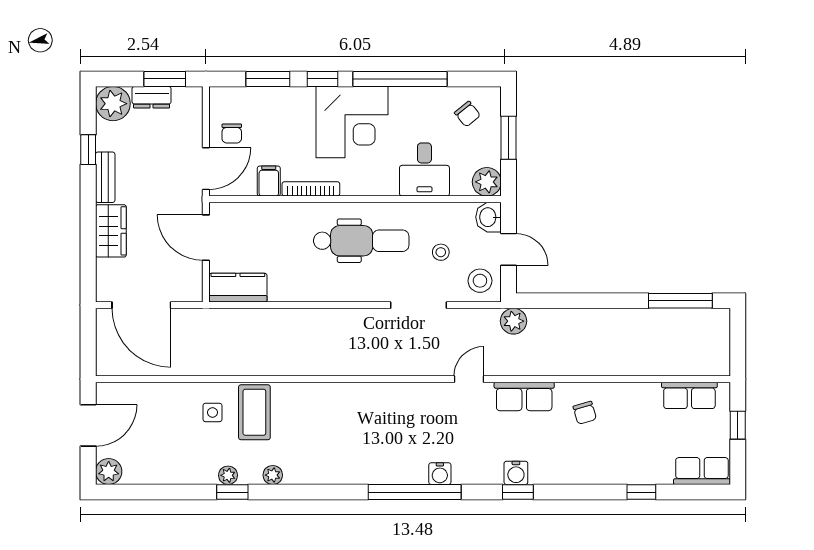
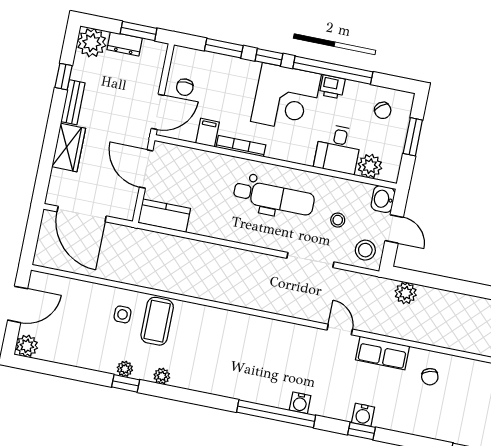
printer: (403, 98) -> (332, 87), added
plant: (487, 182) -> (370, 166), moved
plant: (513, 321) -> (406, 293), moved
door: (469, 379) -> (340, 330), hinge flipped

